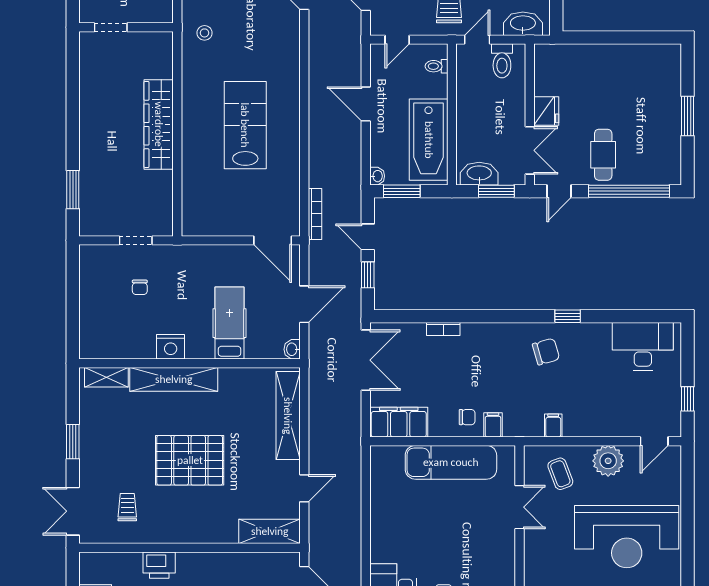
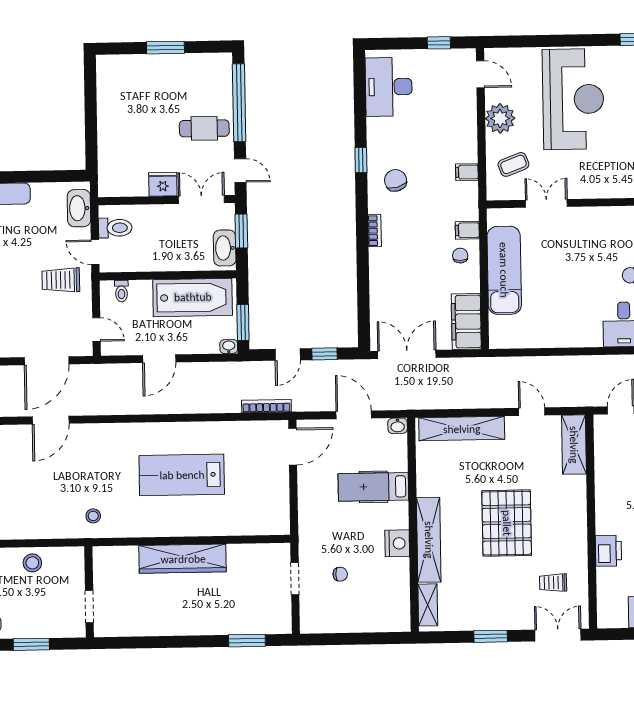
bookcase: (443, 329) -> (375, 231), moved
double door: (73, 511) -> (558, 635), swing flipped

